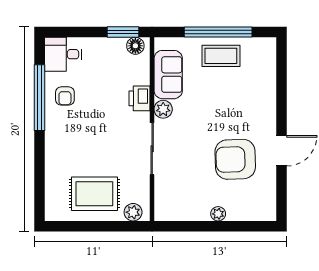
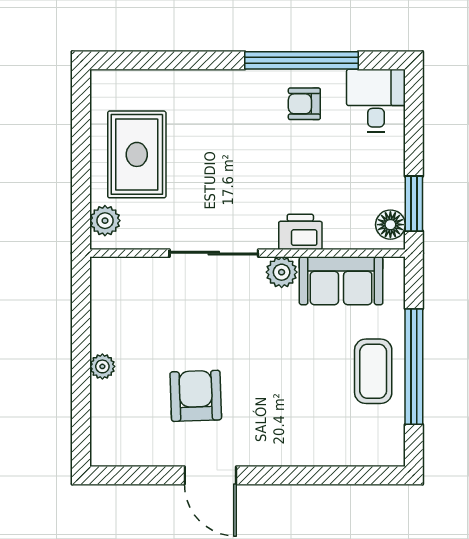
armchair: (235, 159) -> (196, 396), width x0.73, depth x0.73

